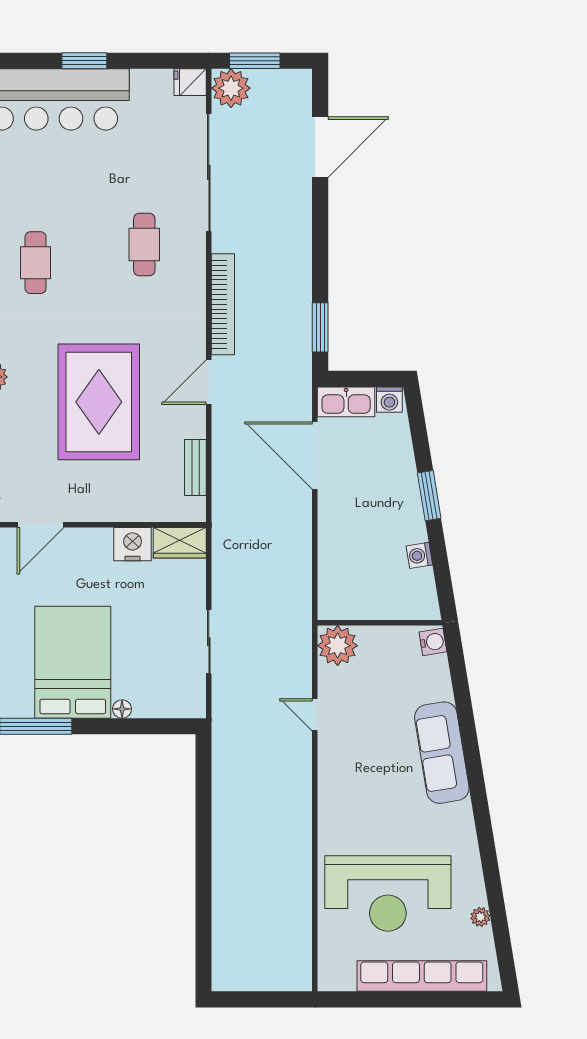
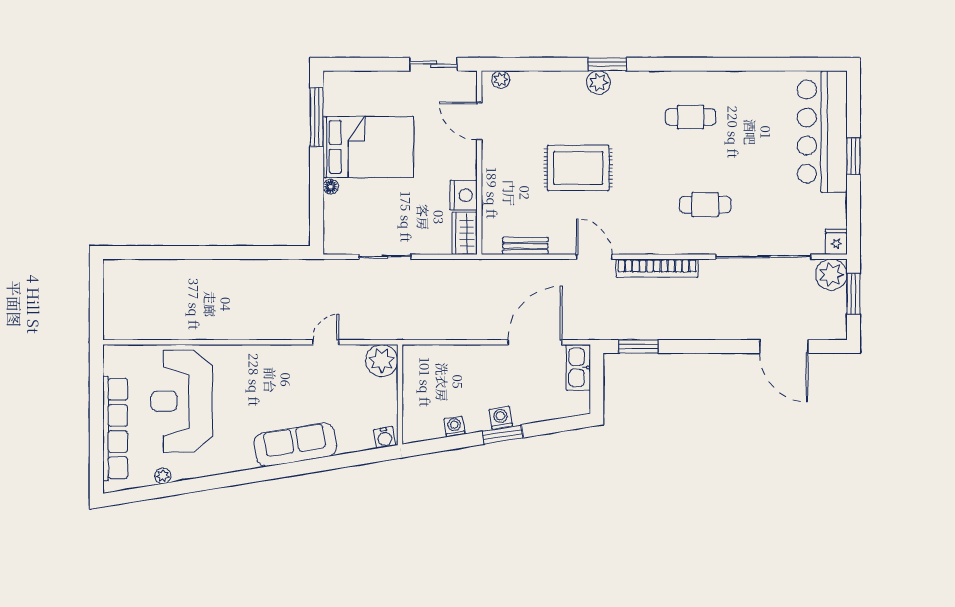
washing machine: (389, 400) -> (501, 418), moved, turned 81
rug: (99, 402) -> (578, 168), width x0.73, depth x0.69

